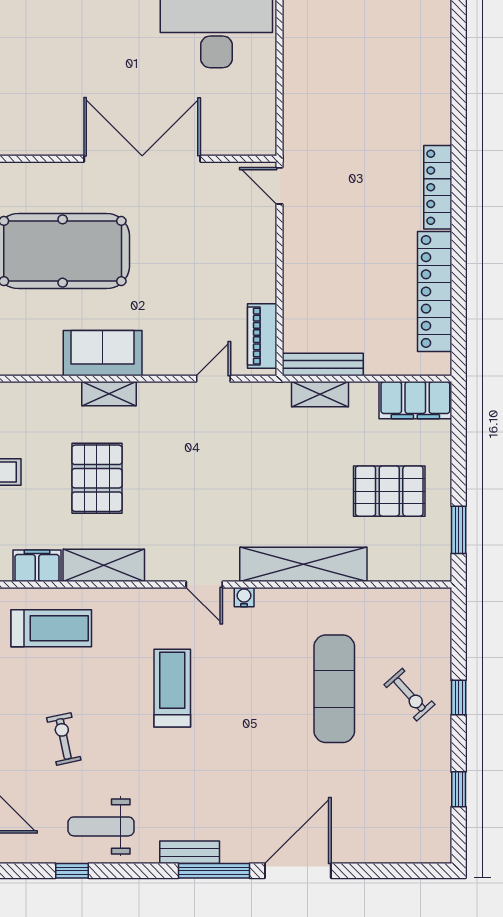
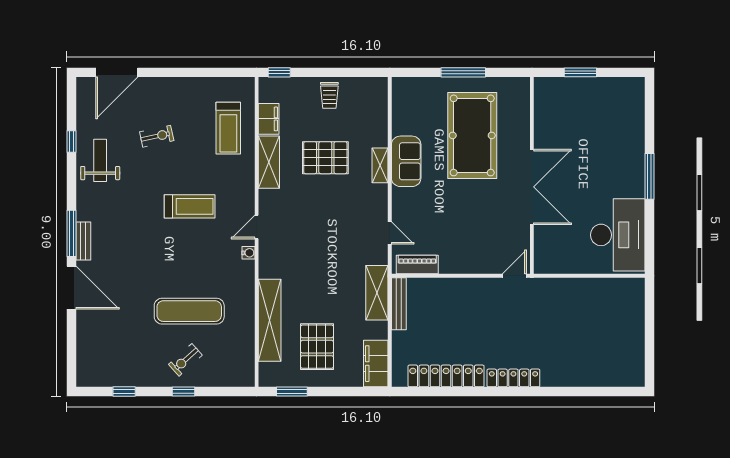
shelving: (320, 394) -> (377, 293), width x1.50, depth x1.33
shelving: (303, 564) -> (270, 320), moved
bench: (190, 852) -> (83, 241), moved

